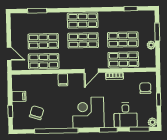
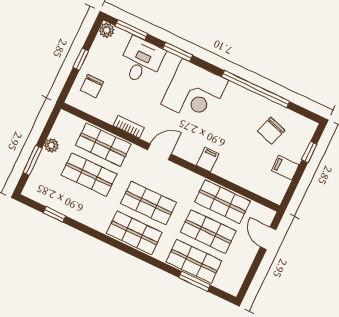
shop shelf: (43, 21) -> (194, 261), added

